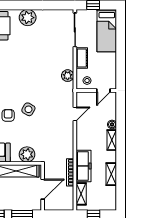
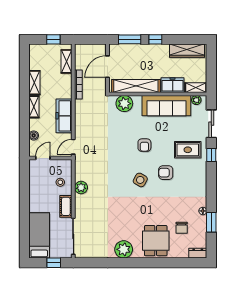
wall: (96, 91) -> (50, 158), moved
door: (103, 91) -> (43, 158), moved
side table: (28, 109) -> (140, 180), moved
shelving: (112, 140) -> (34, 107), moved
freezer: (84, 166) -> (64, 116), moved

